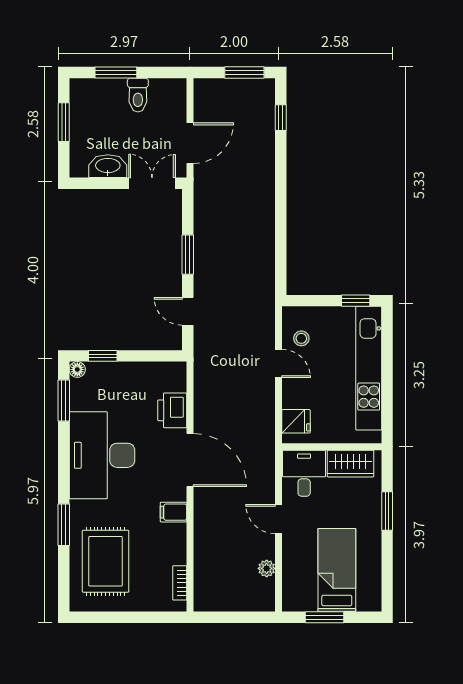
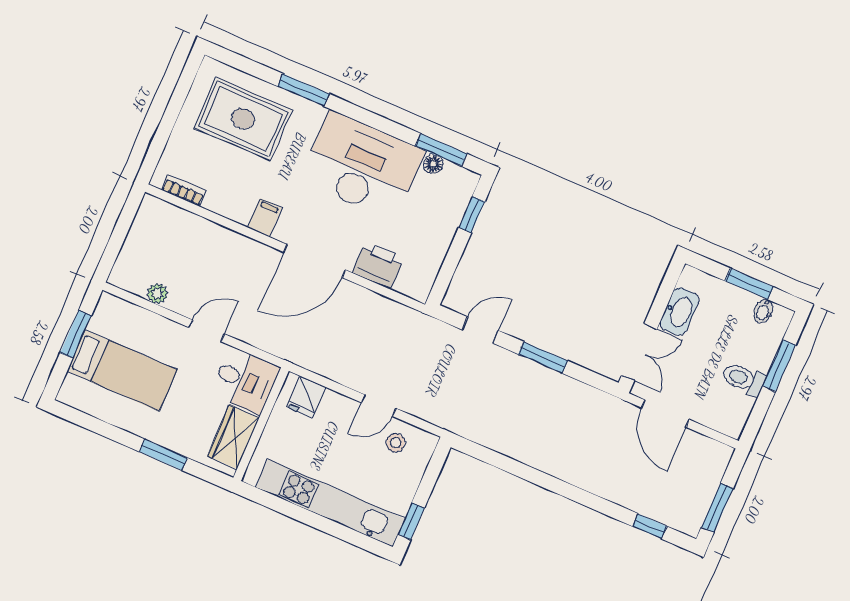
bidet: (80, 103) -> (763, 311), added
floor lamp: (77, 369) -> (433, 164), moved

